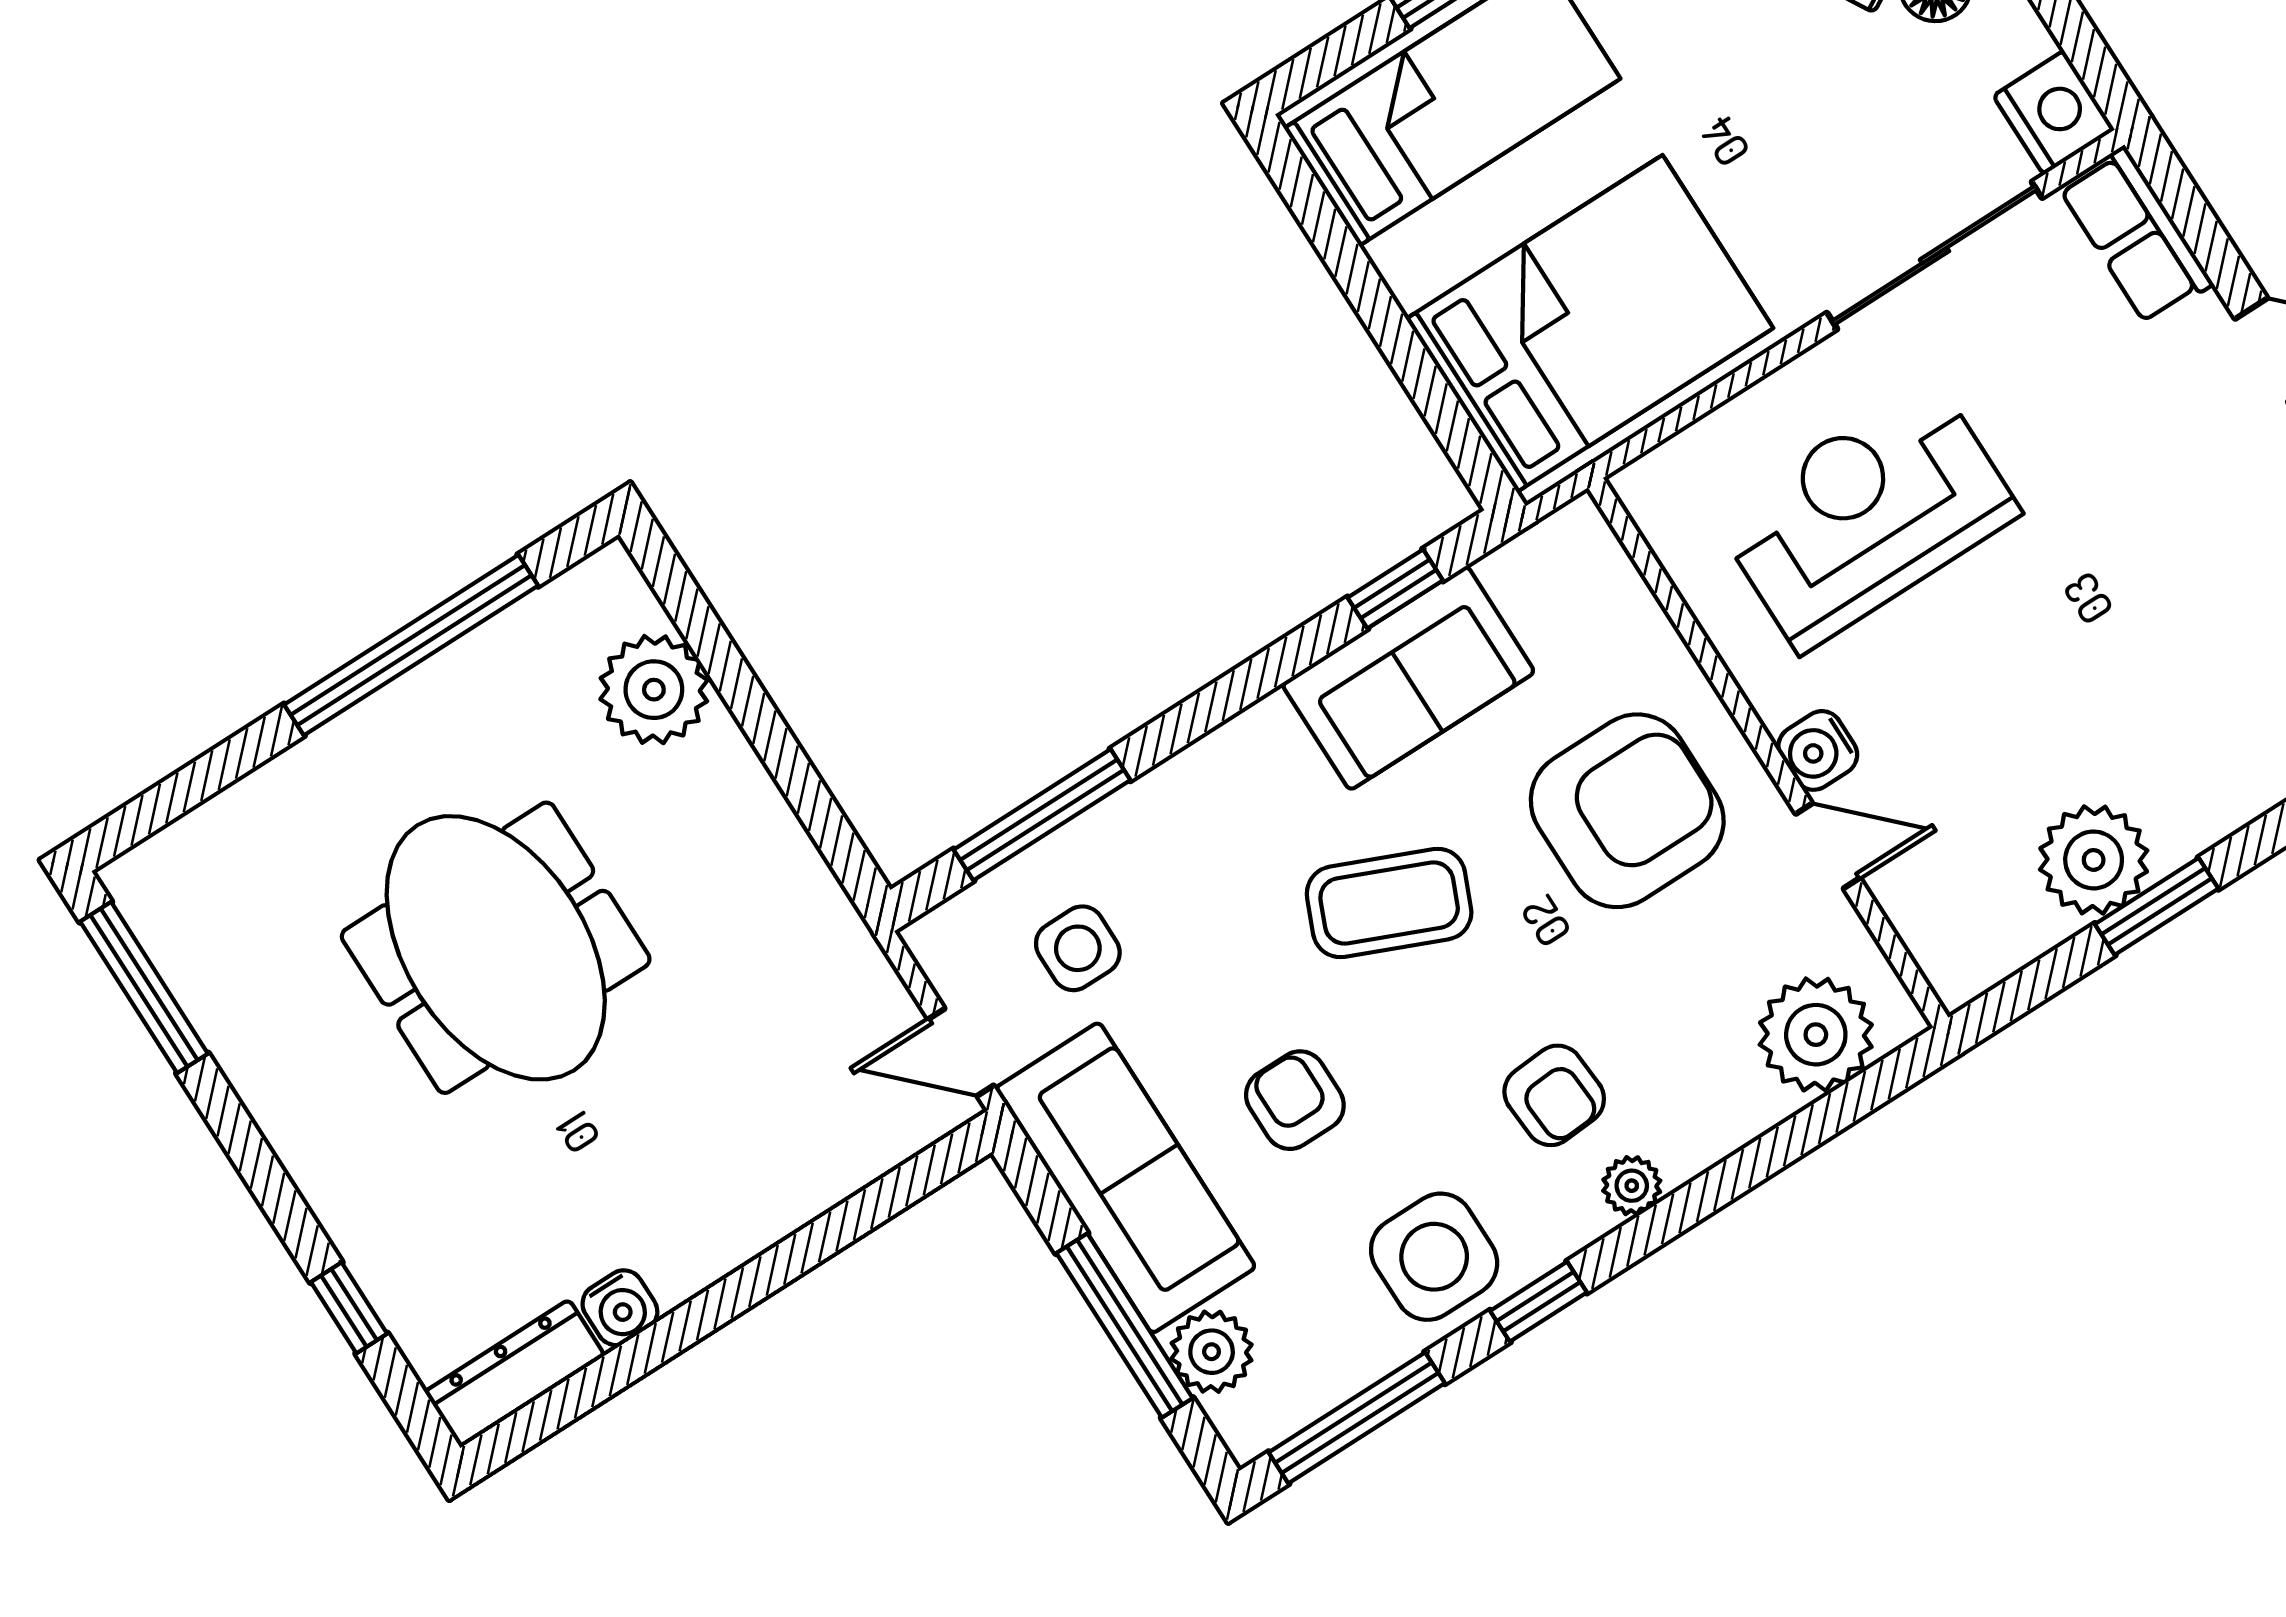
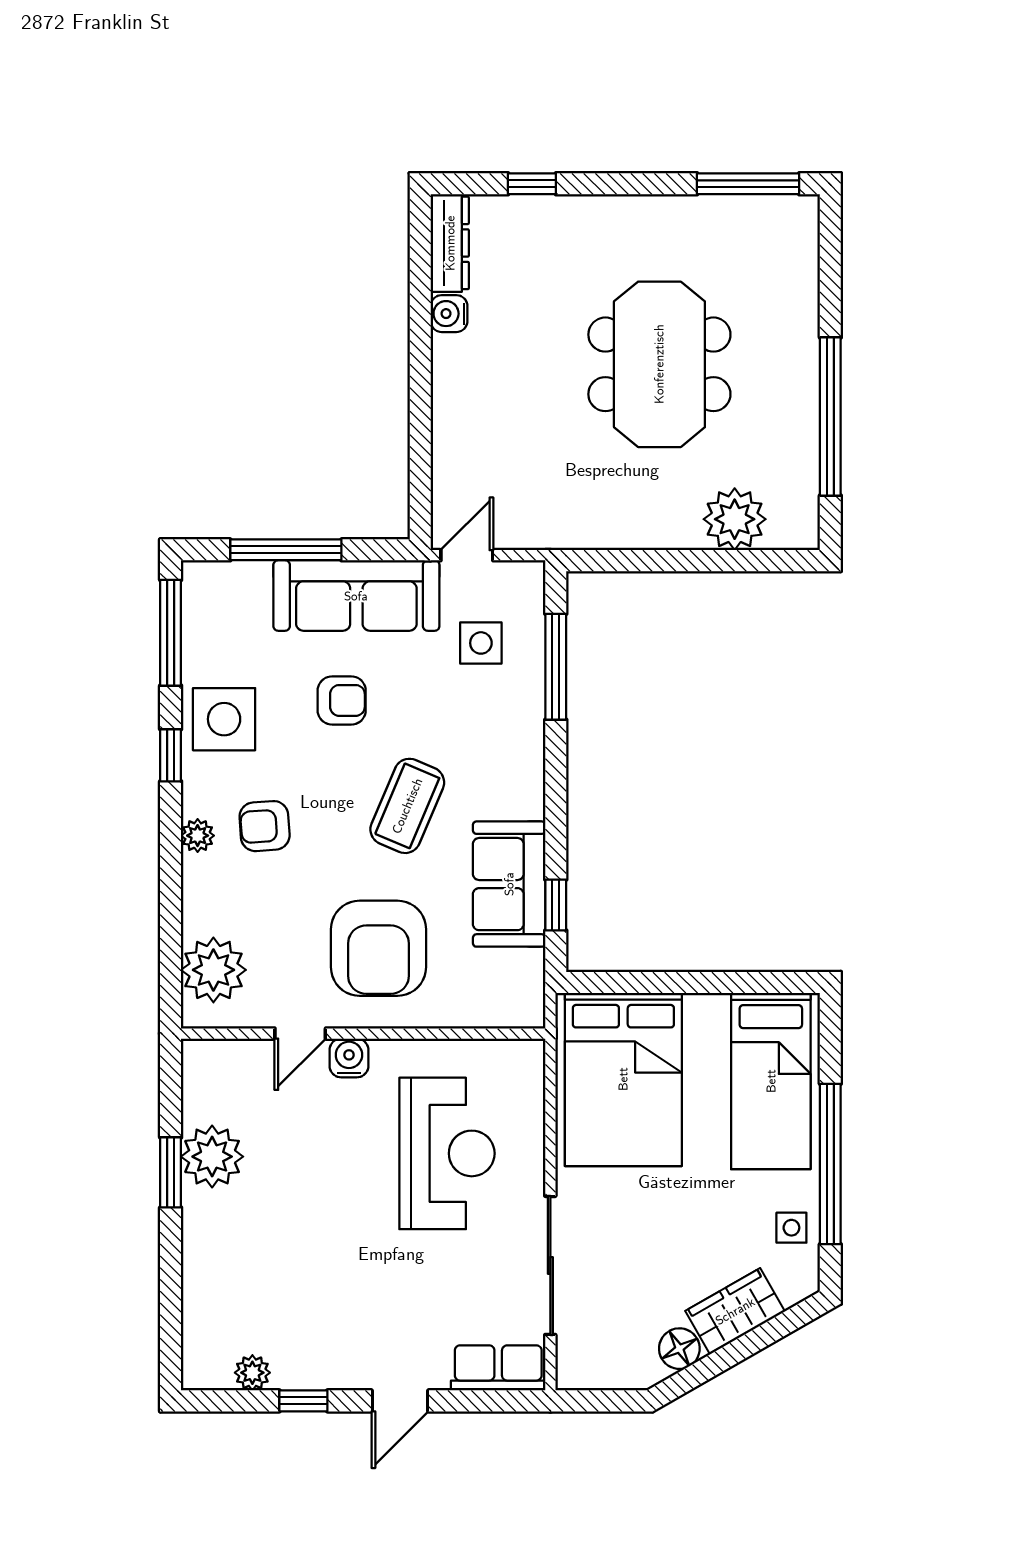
nightstand: (2054, 113) -> (582, 1366), removed
meeting table: (496, 948) -> (659, 364), turned 90
plant: (1212, 1352) -> (247, 583), removed

